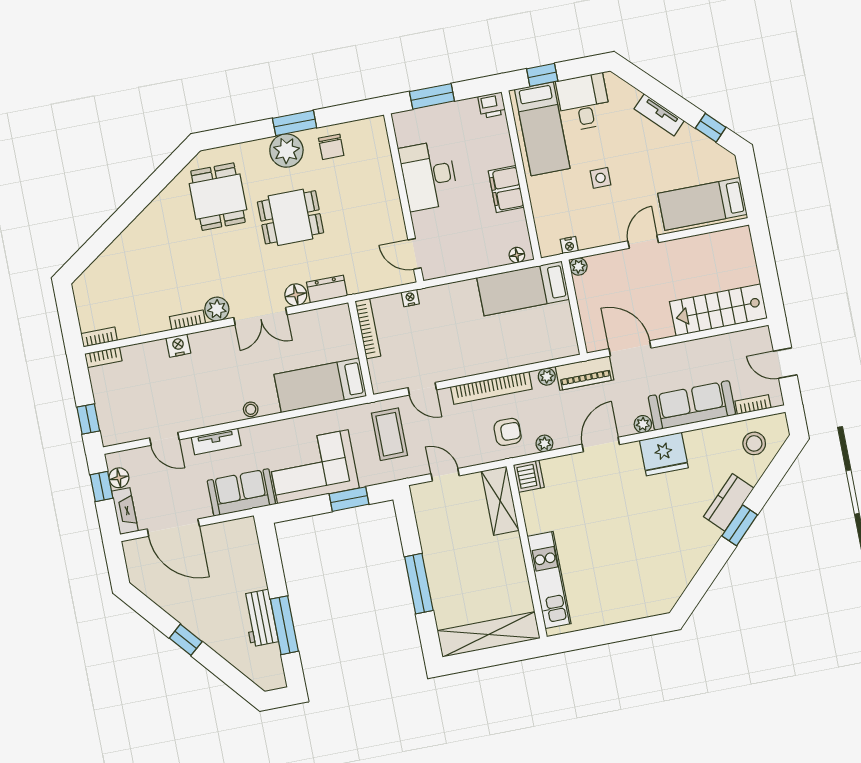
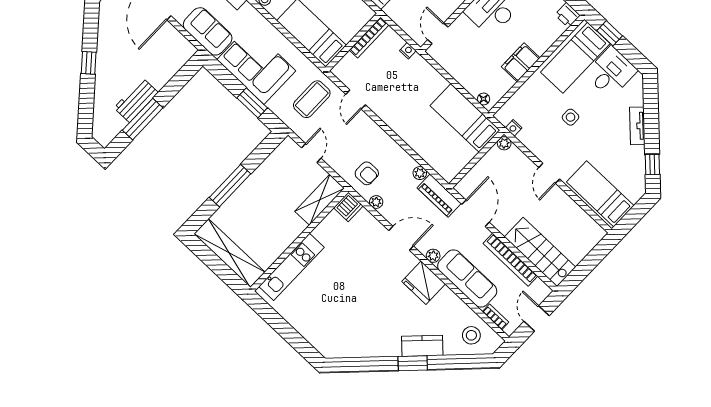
door: (643, 242) -> (549, 173), swing flipped
bookcase: (491, 388) -> (510, 260), moved

